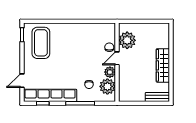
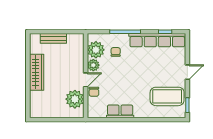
row of seats: (85, 29) -> (120, 111), added
coffee table: (41, 43) -> (167, 96), turned 90
door: (22, 81) -> (187, 72), moved
bench: (157, 97) -> (53, 38), moved

